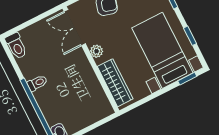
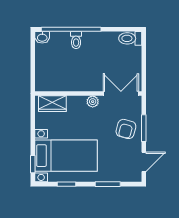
toilet: (37, 83) -> (76, 40), moved
wardrobe: (115, 83) -> (52, 104), width x0.67

